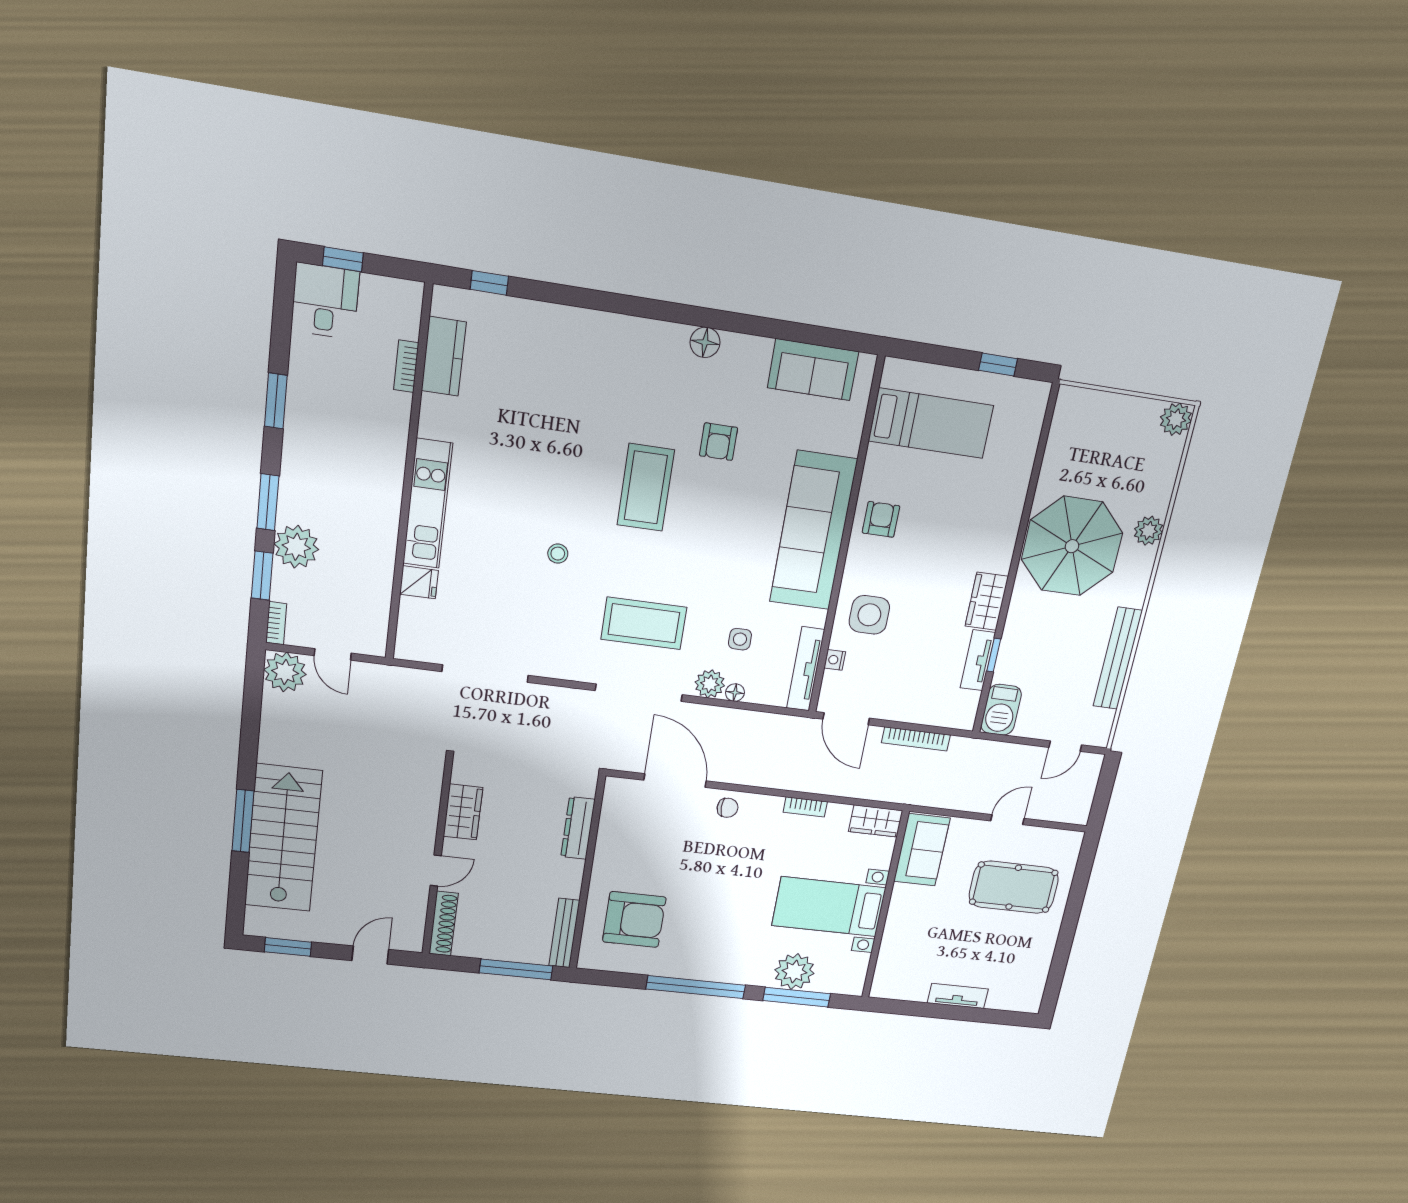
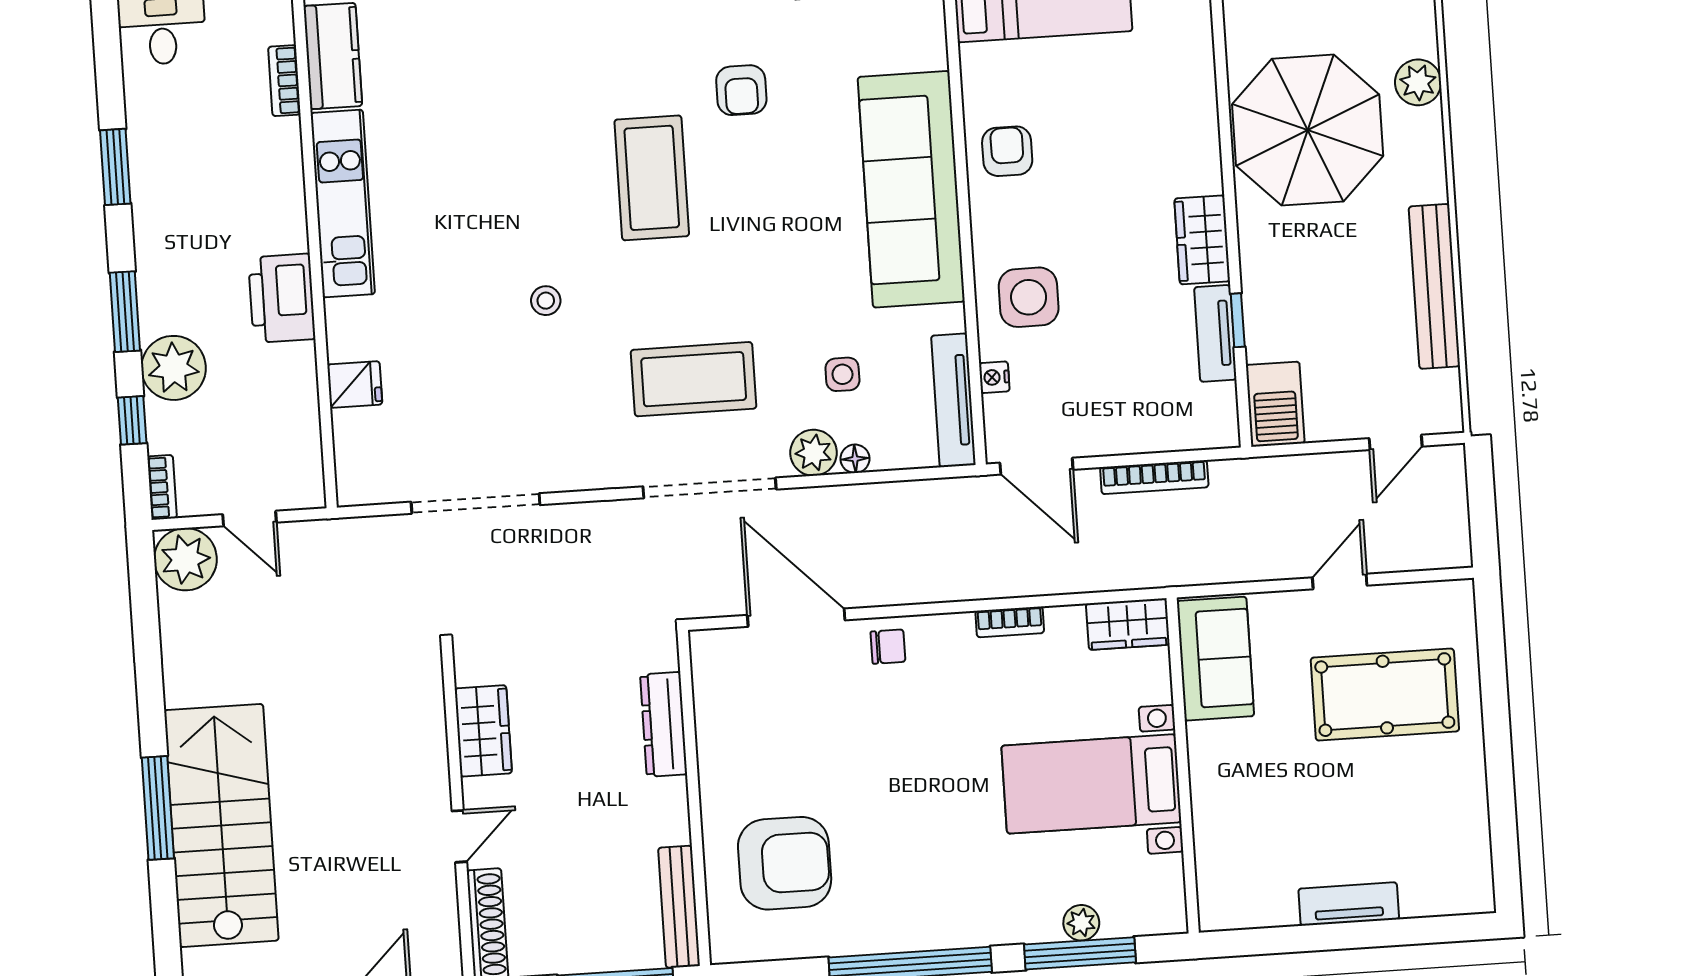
kitchen unit: (428, 504) -> (343, 204), moved
printer: (379, 515) -> (282, 298), added
window: (262, 576) -> (132, 420), width x0.67
plant: (794, 972) -> (1081, 923), width x0.53, depth x0.53

